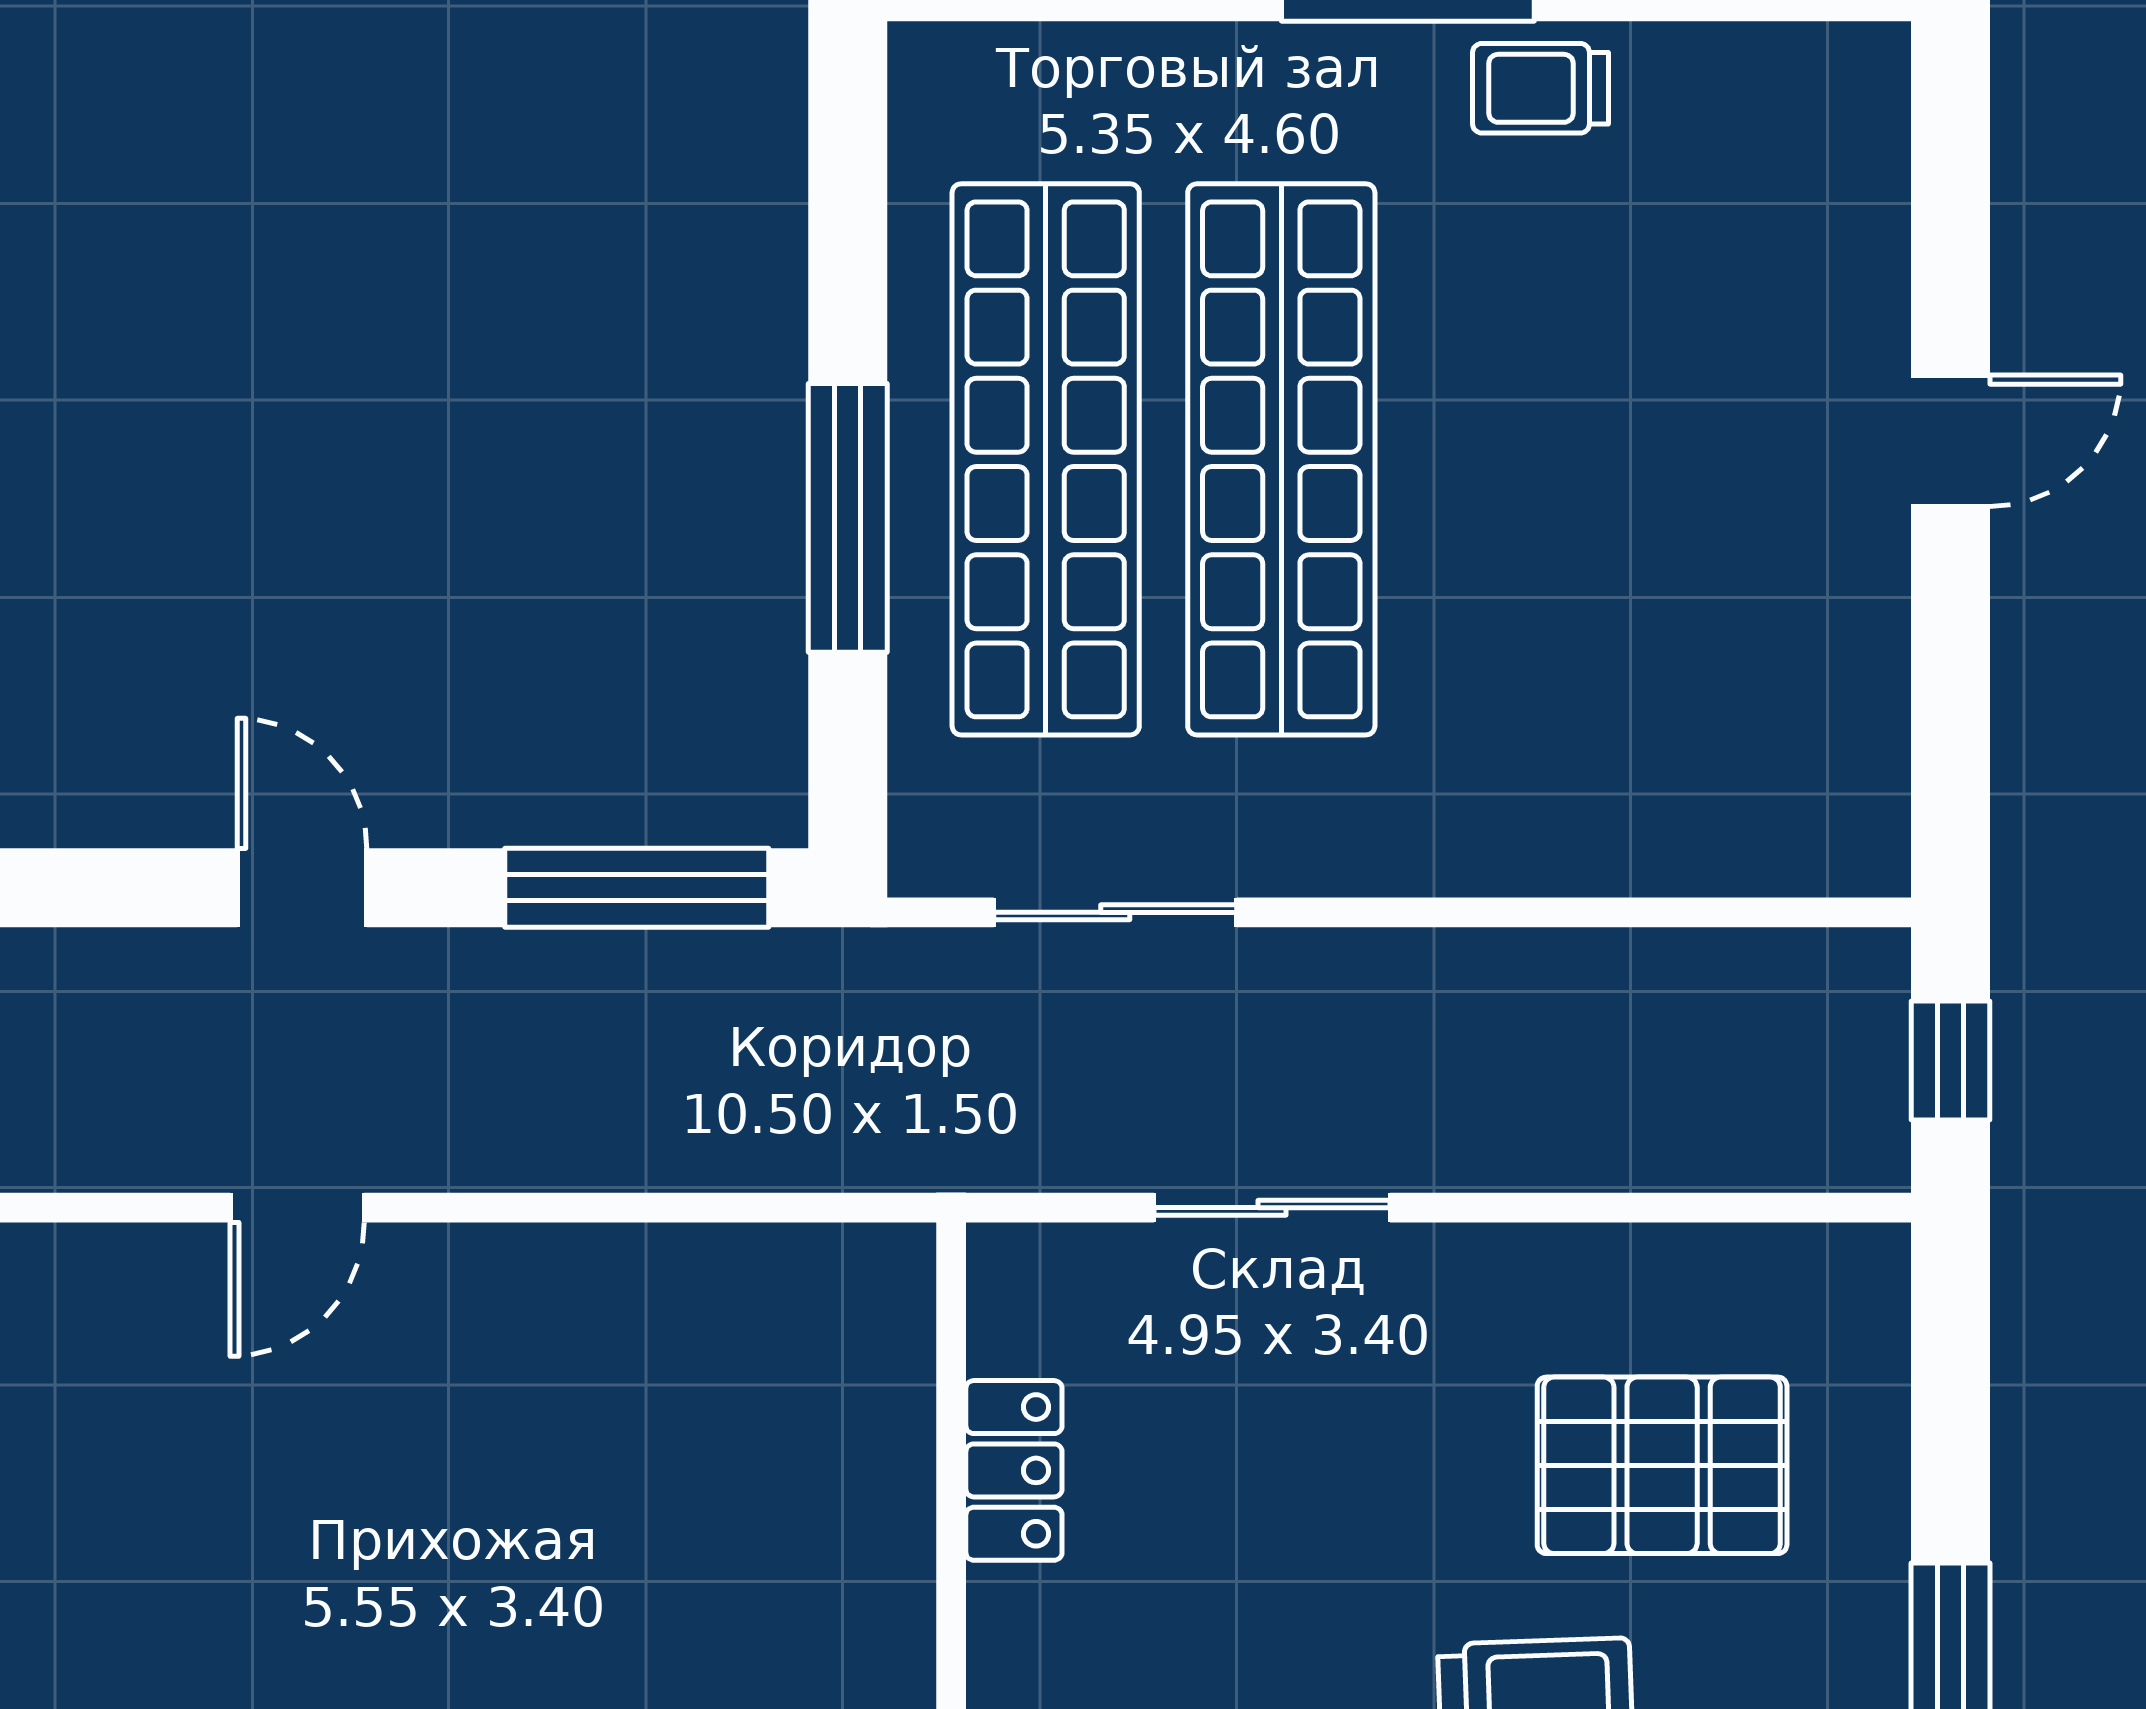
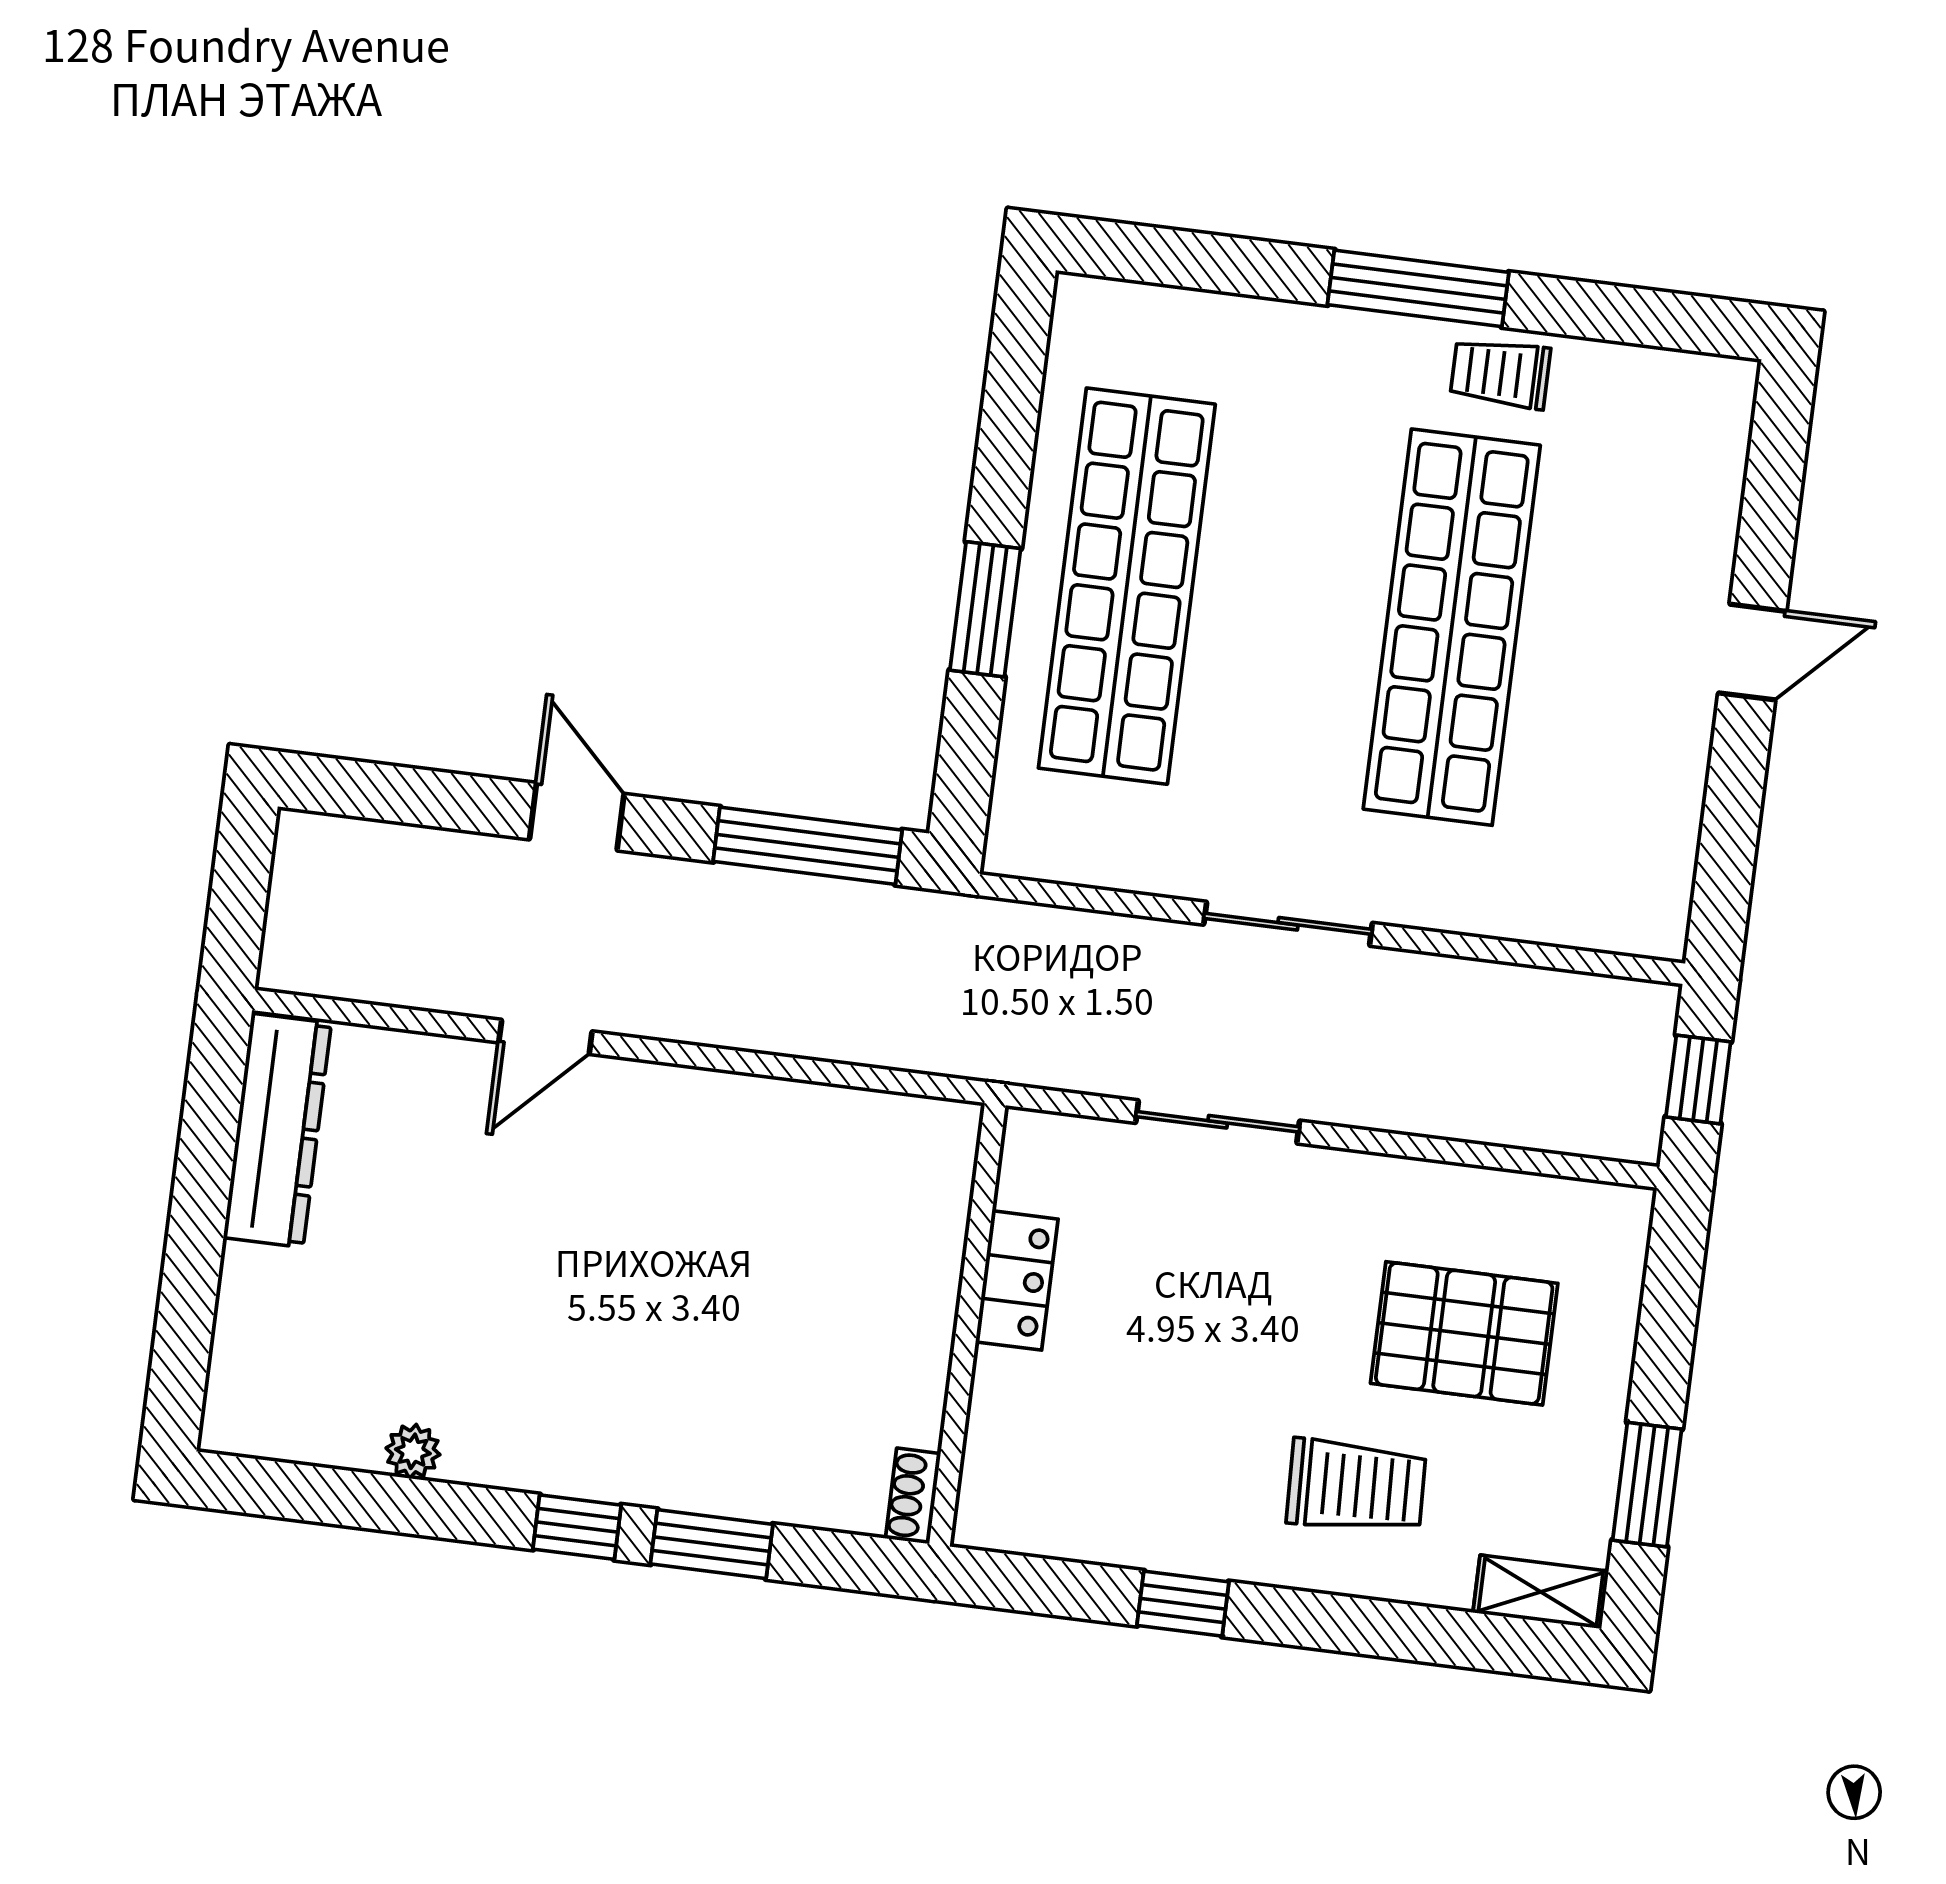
shop shelf: (1281, 459) -> (1452, 627), moved
window: (848, 518) -> (985, 609), width x0.69
sliding door: (1115, 912) -> (1288, 924), moved

